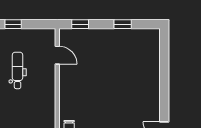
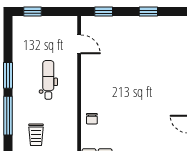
dental chair: (18, 70) -> (48, 80), moved

